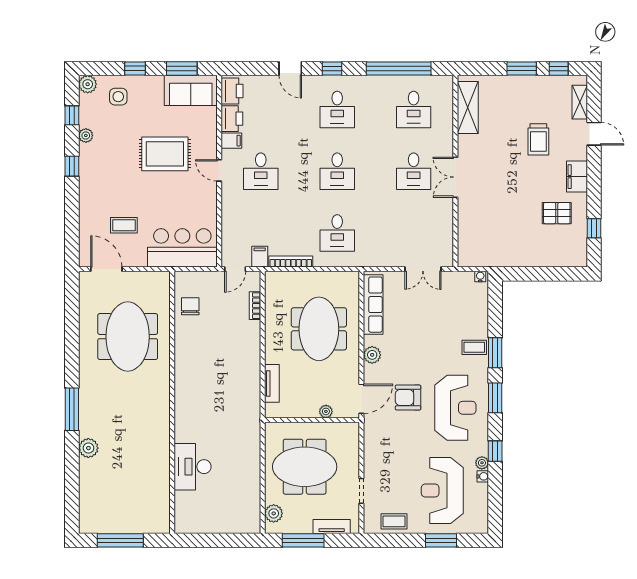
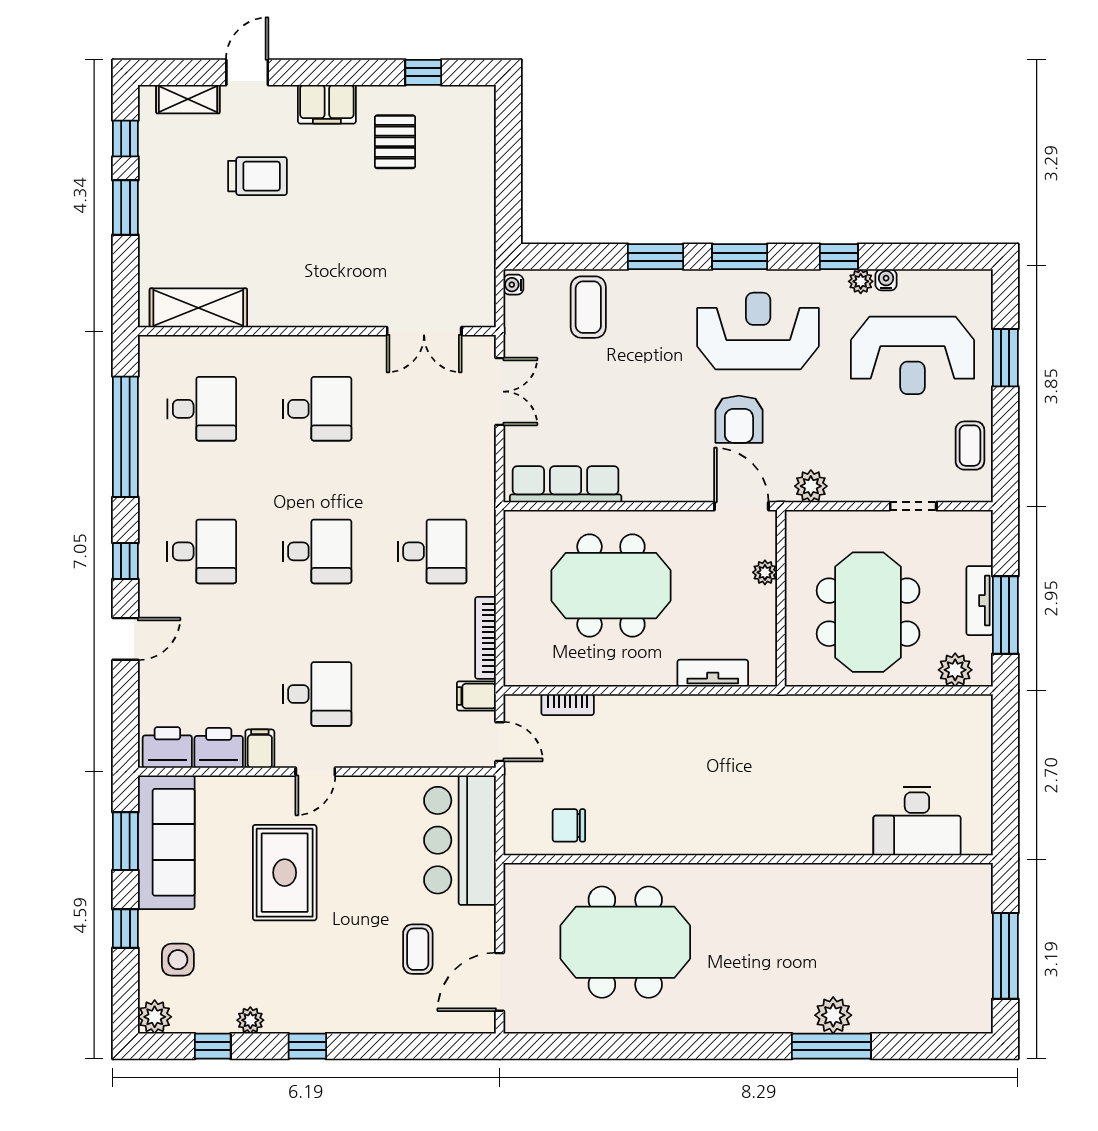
sofa: (191, 90) -> (166, 842), width x1.36
double door: (455, 177) -> (424, 331), moved
coffee table: (474, 347) -> (588, 307), moved, width x1.36, depth x1.30
plant: (372, 355) -> (811, 486), moved
window: (72, 409) -> (831, 1046), moved
desk: (193, 467) -> (917, 821), moved
tv unit: (332, 527) -> (980, 601), moved

